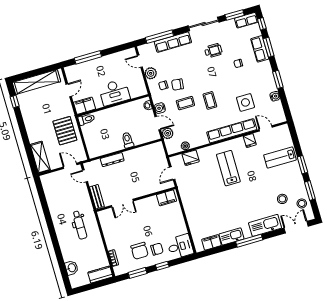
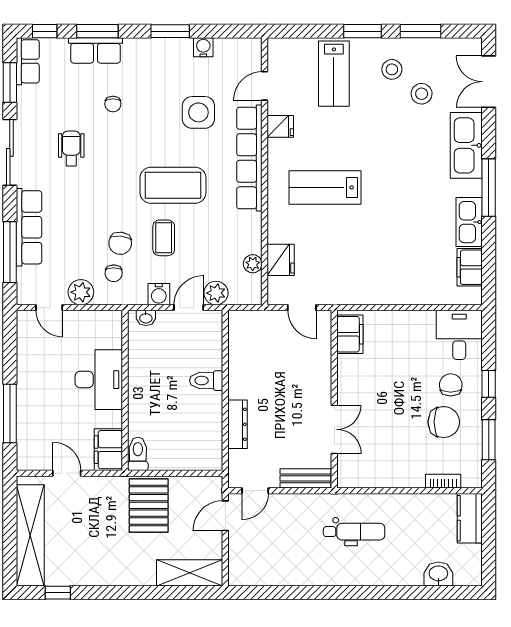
door: (140, 61) -> (49, 308), hinge flipped
coffee table: (210, 100) -> (173, 185), width x1.86, depth x1.72
pallet: (65, 131) -> (149, 505), turned 90
stool: (302, 203) -> (392, 69), moved

